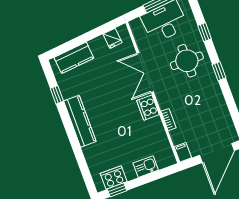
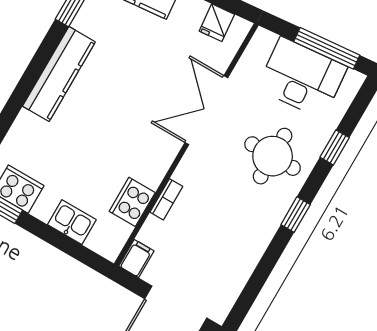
cooker: (148, 108) -> (132, 202), moved

